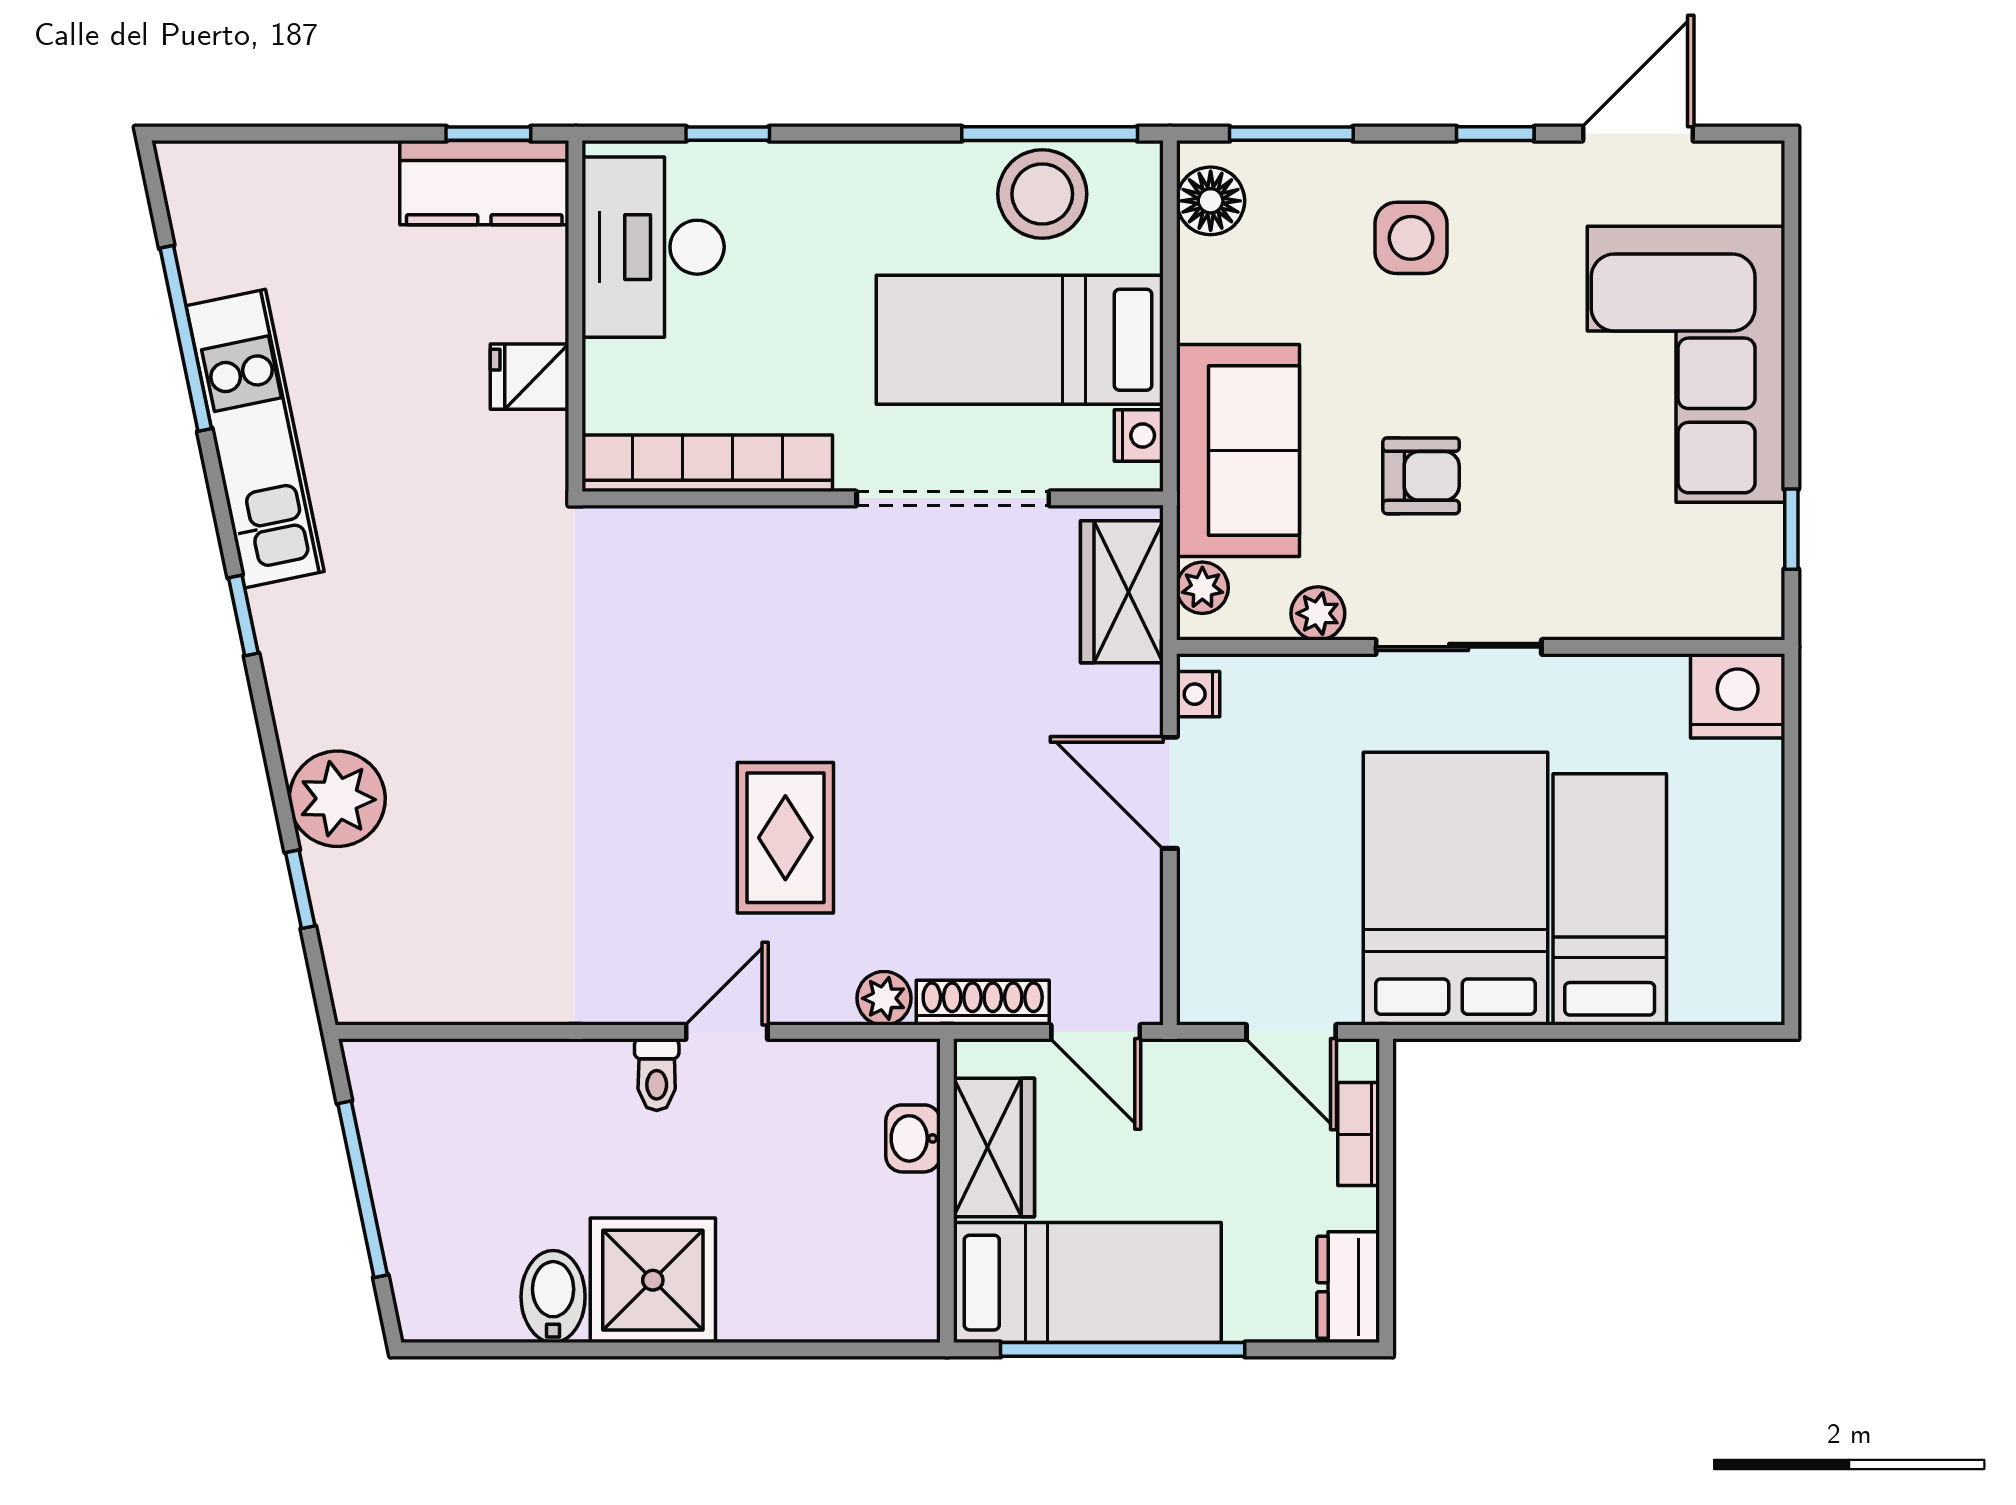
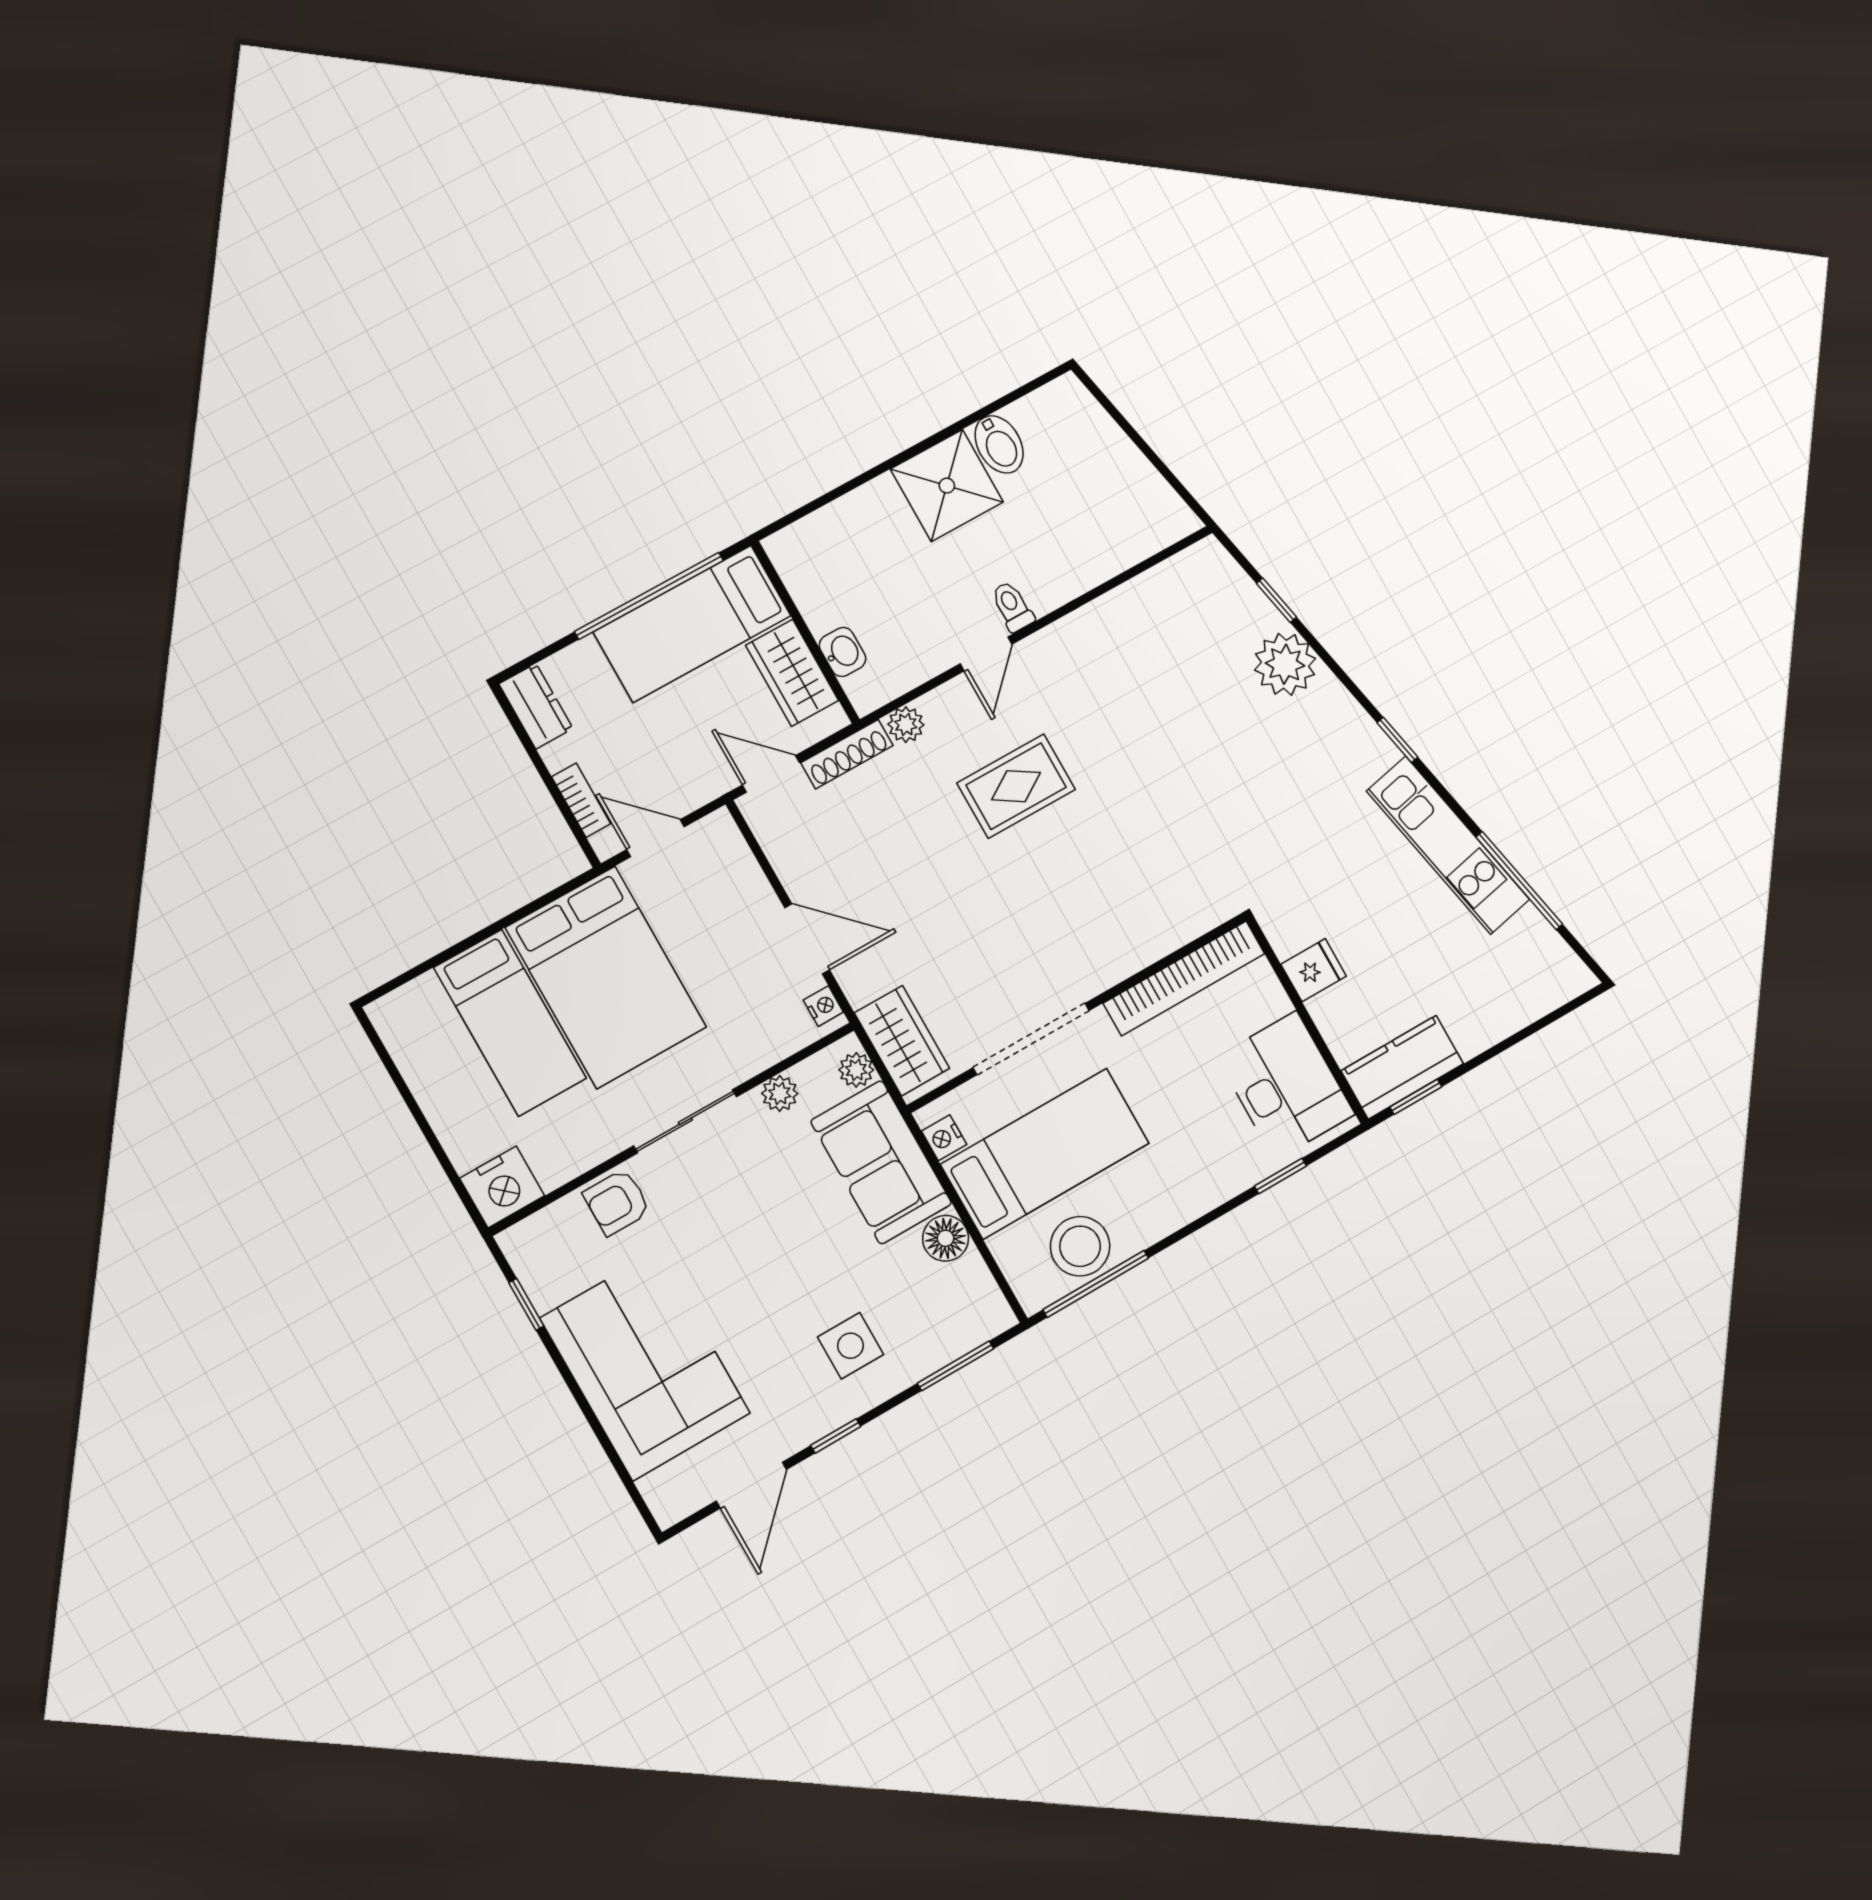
floor lamp: (1211, 201) -> (946, 1238), moved
armchair: (1421, 476) -> (617, 1202), moved
rug: (785, 838) -> (1016, 786), turned 90
window: (363, 1189) -> (1143, 447), removed

